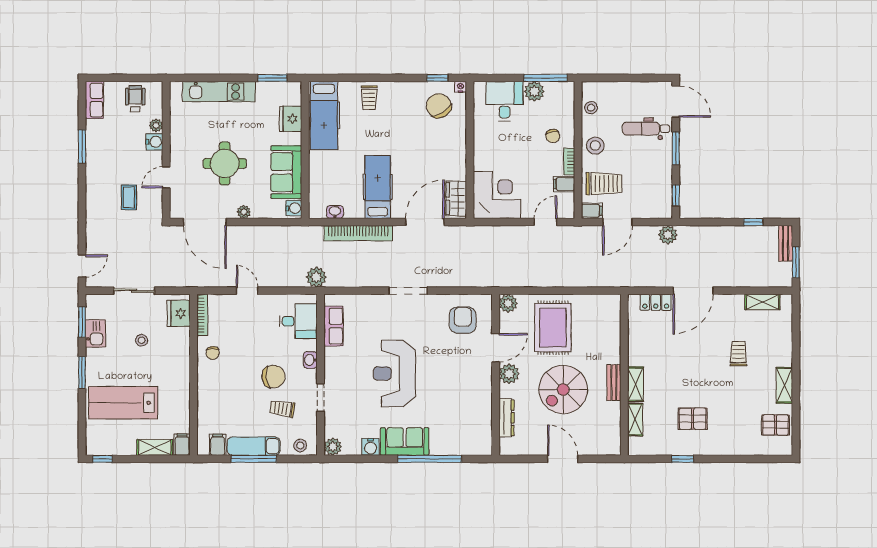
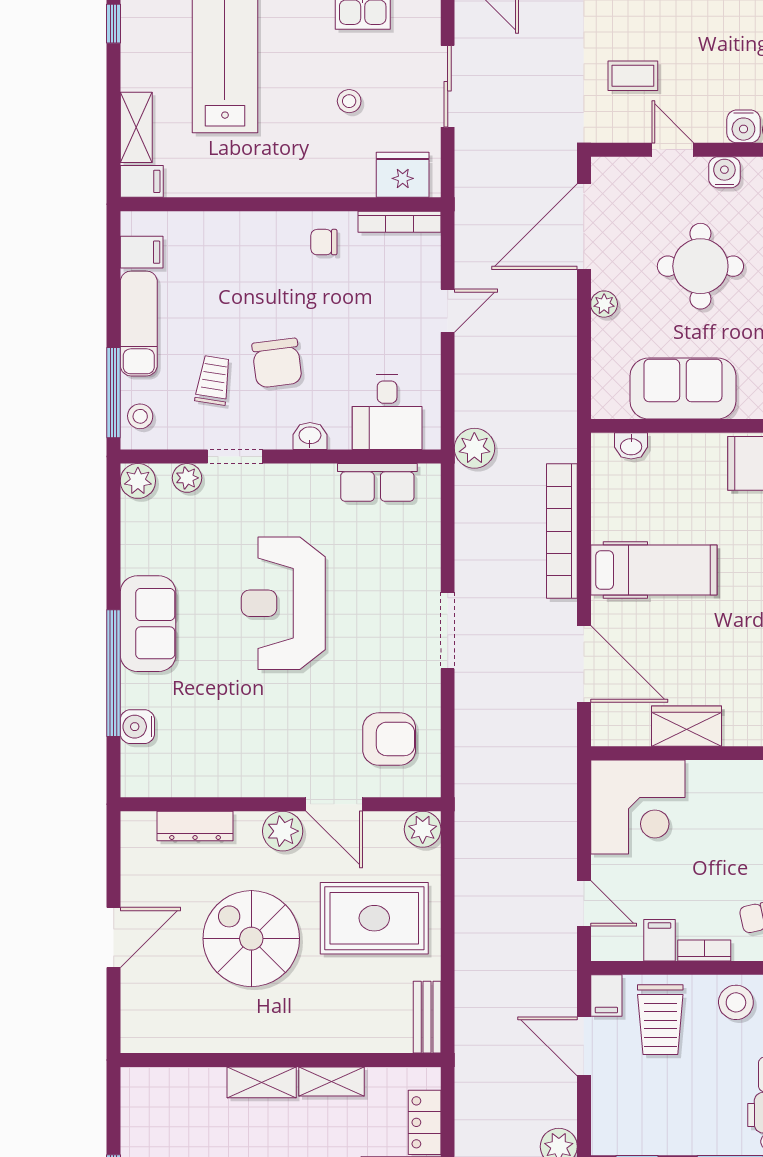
wardrobe: (456, 199) -> (686, 726), moved
water cooler: (294, 208) -> (724, 172), moved, turned 180
washbasin: (335, 212) -> (631, 446), moved, turned 90
reception desk: (394, 373) -> (283, 603), turned -90
bench: (614, 383) -> (427, 1017), moved, turned 90
shelving: (635, 419) -> (331, 1082), moved
plant: (331, 422) -> (187, 478), added
water cooler: (371, 447) -> (137, 727), moved
window: (254, 459) -> (114, 393), moved

